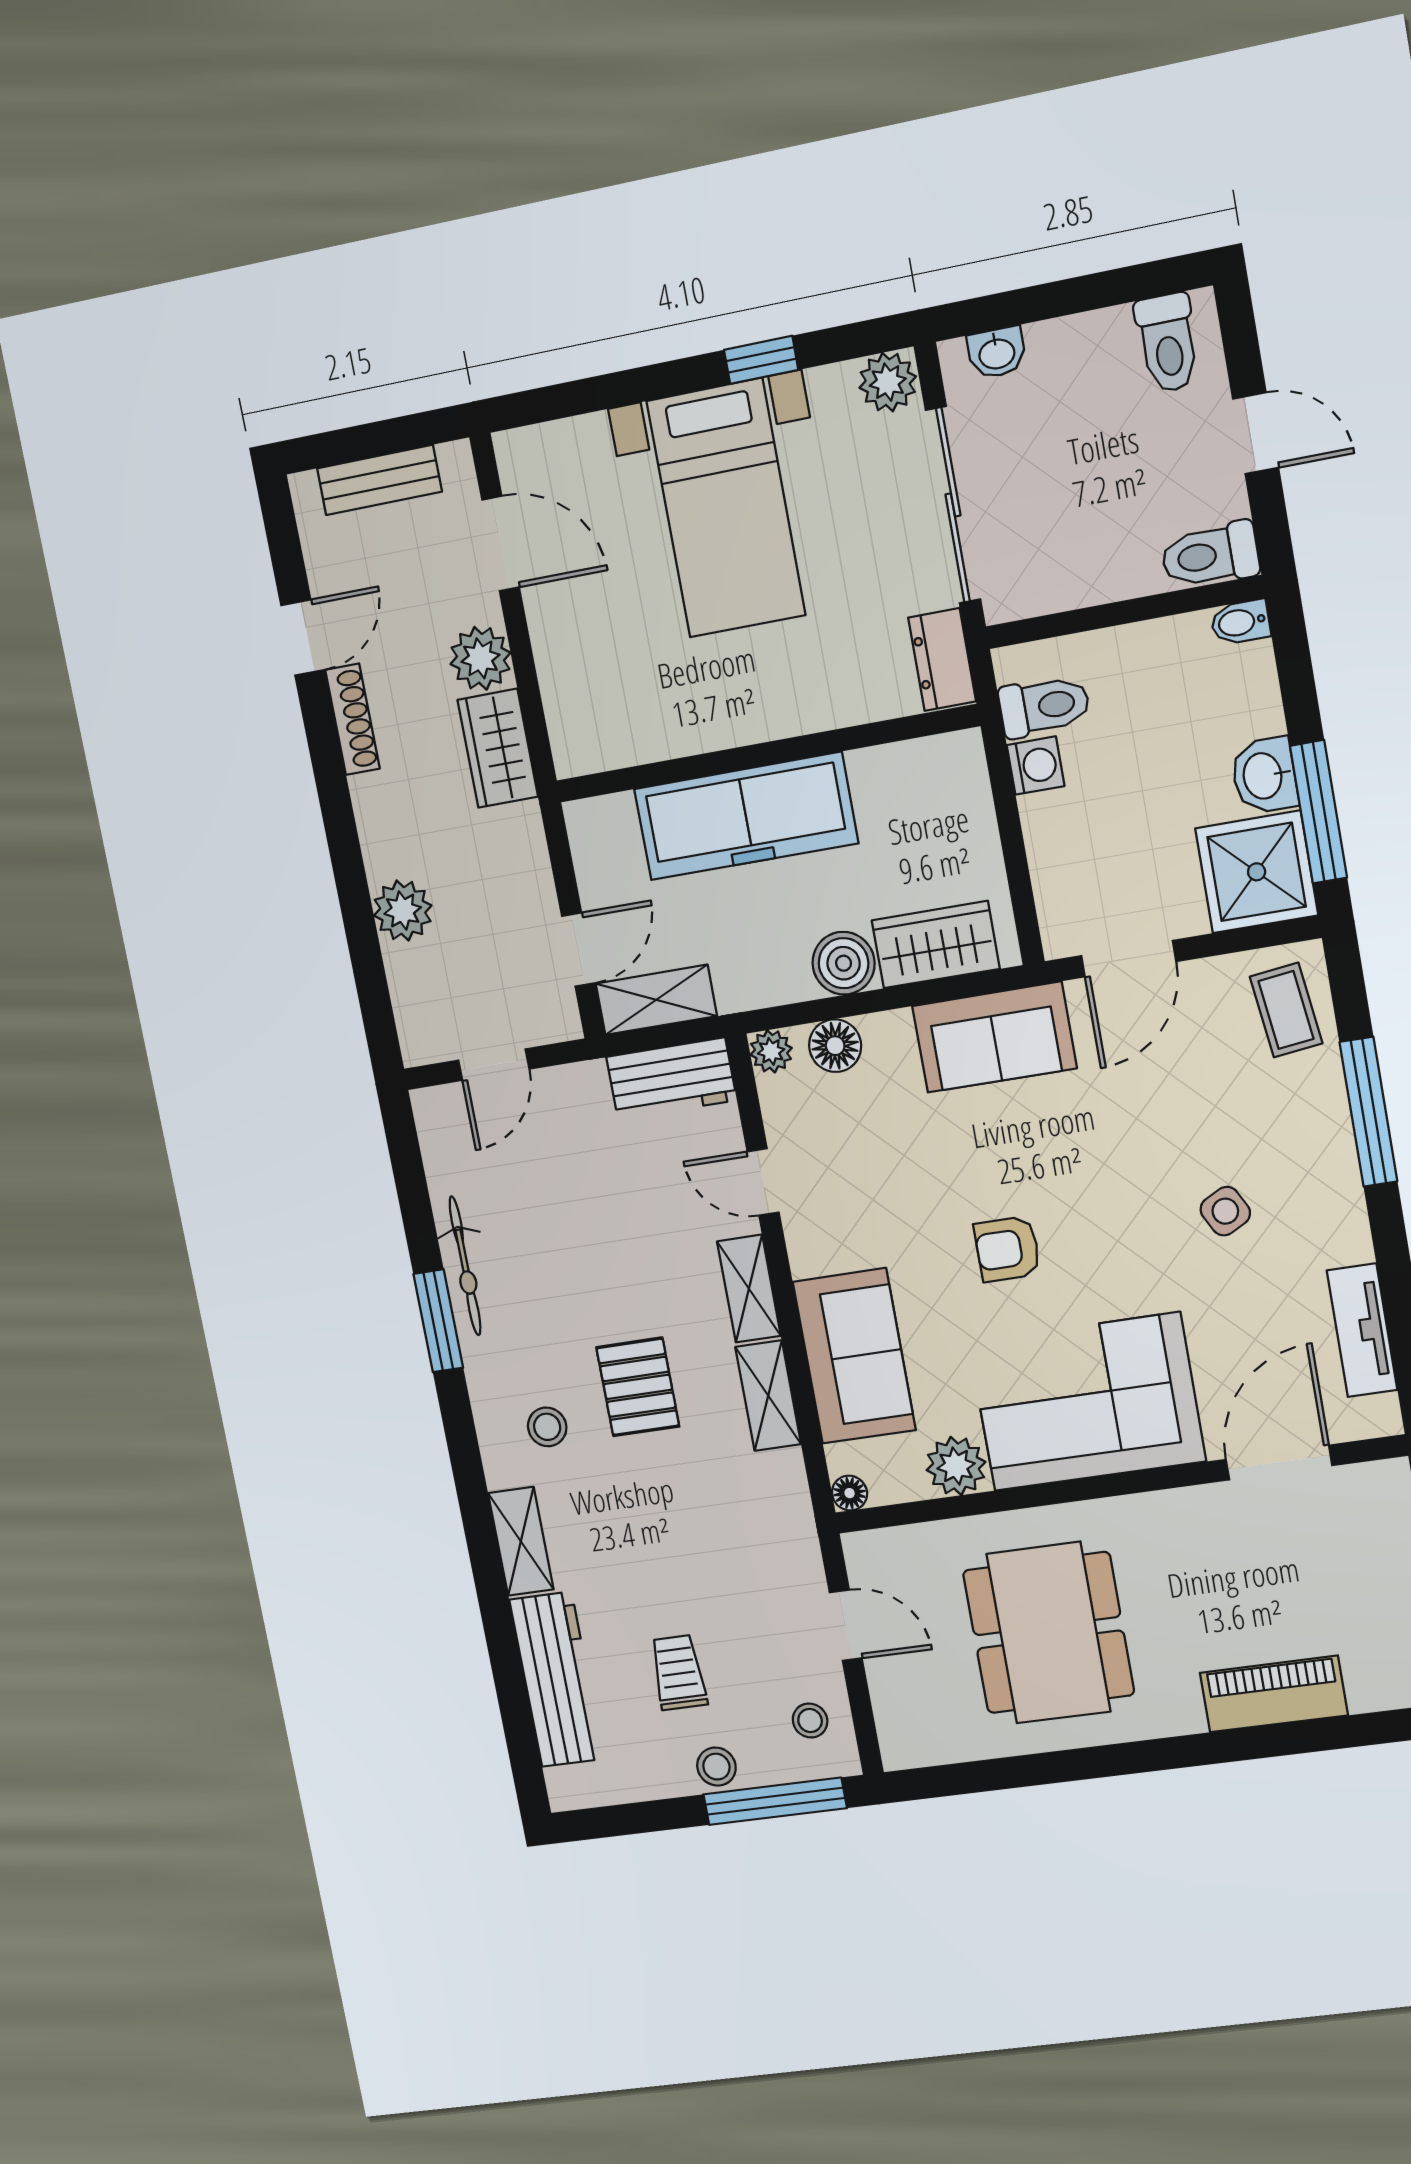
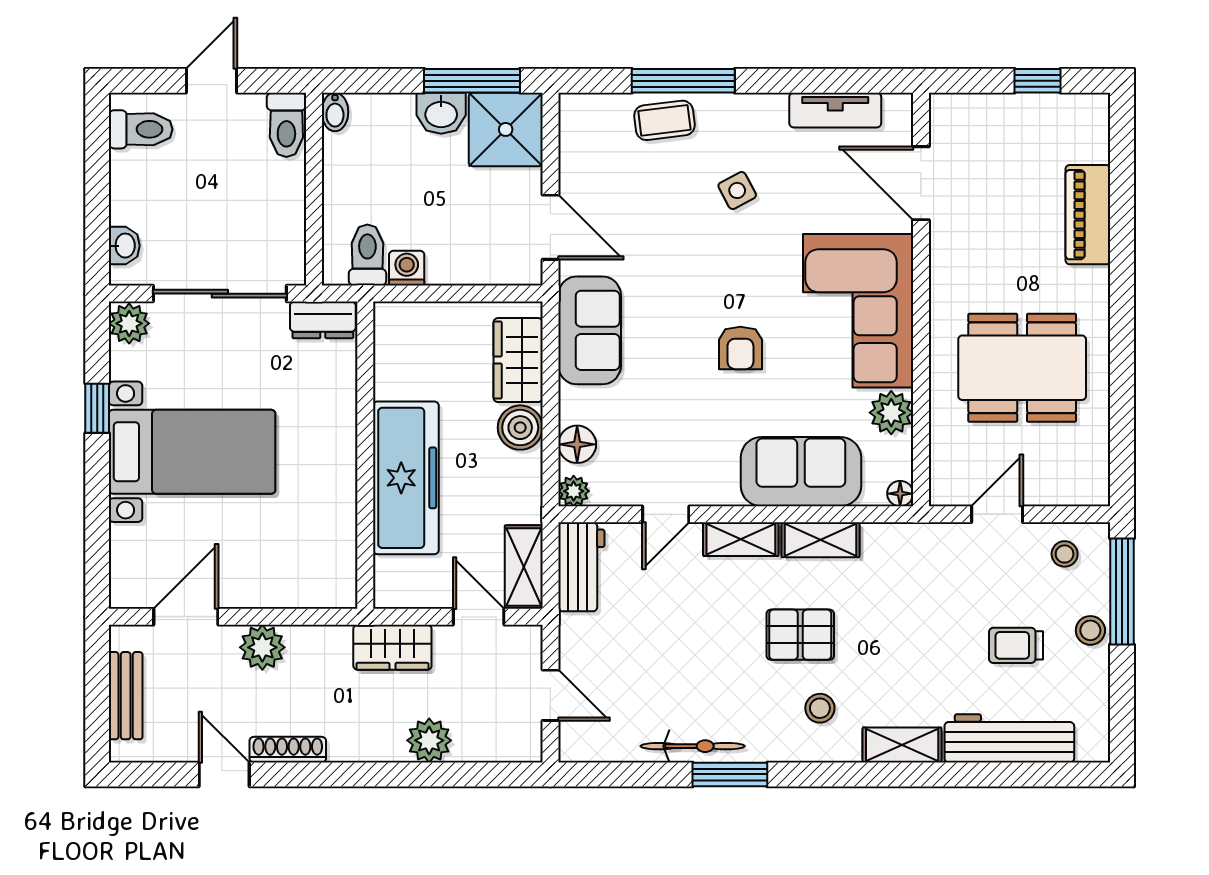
wardrobe: (498, 748) -> (392, 647), moved
coffee table: (1286, 1010) -> (664, 120), moved

